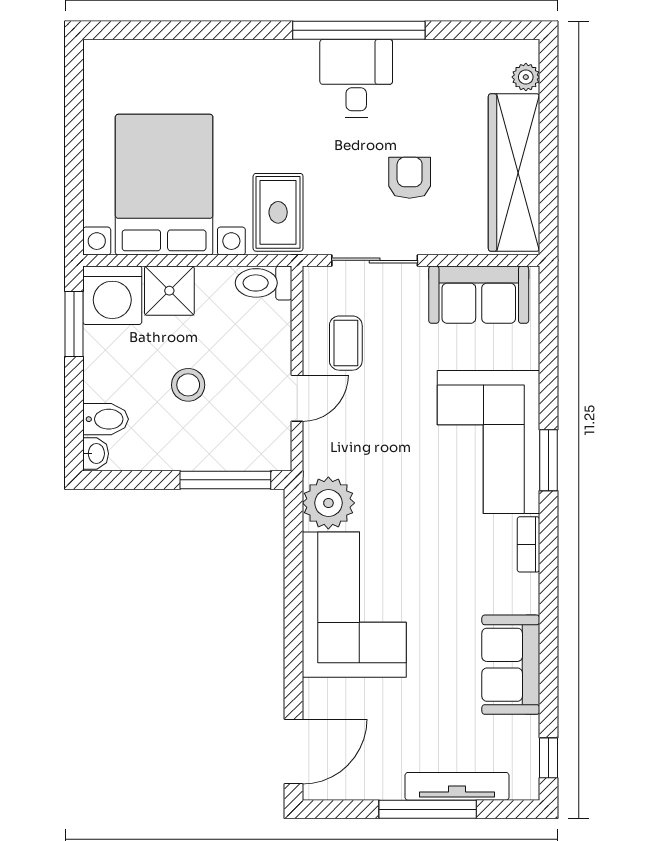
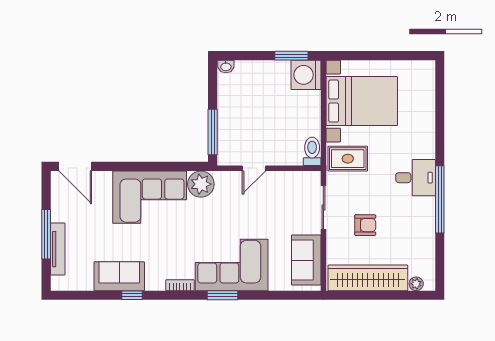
desk: (356, 78) -> (416, 178), moved
shower: (169, 291) -> (308, 104), removed
coffee table: (346, 343) -> (282, 193), removed
stool: (188, 385) -> (261, 113), removed
door: (297, 398) -> (254, 168), hinge flipped
bidet: (106, 419) -> (243, 72), removed
window: (548, 758) -> (132, 295), moved

